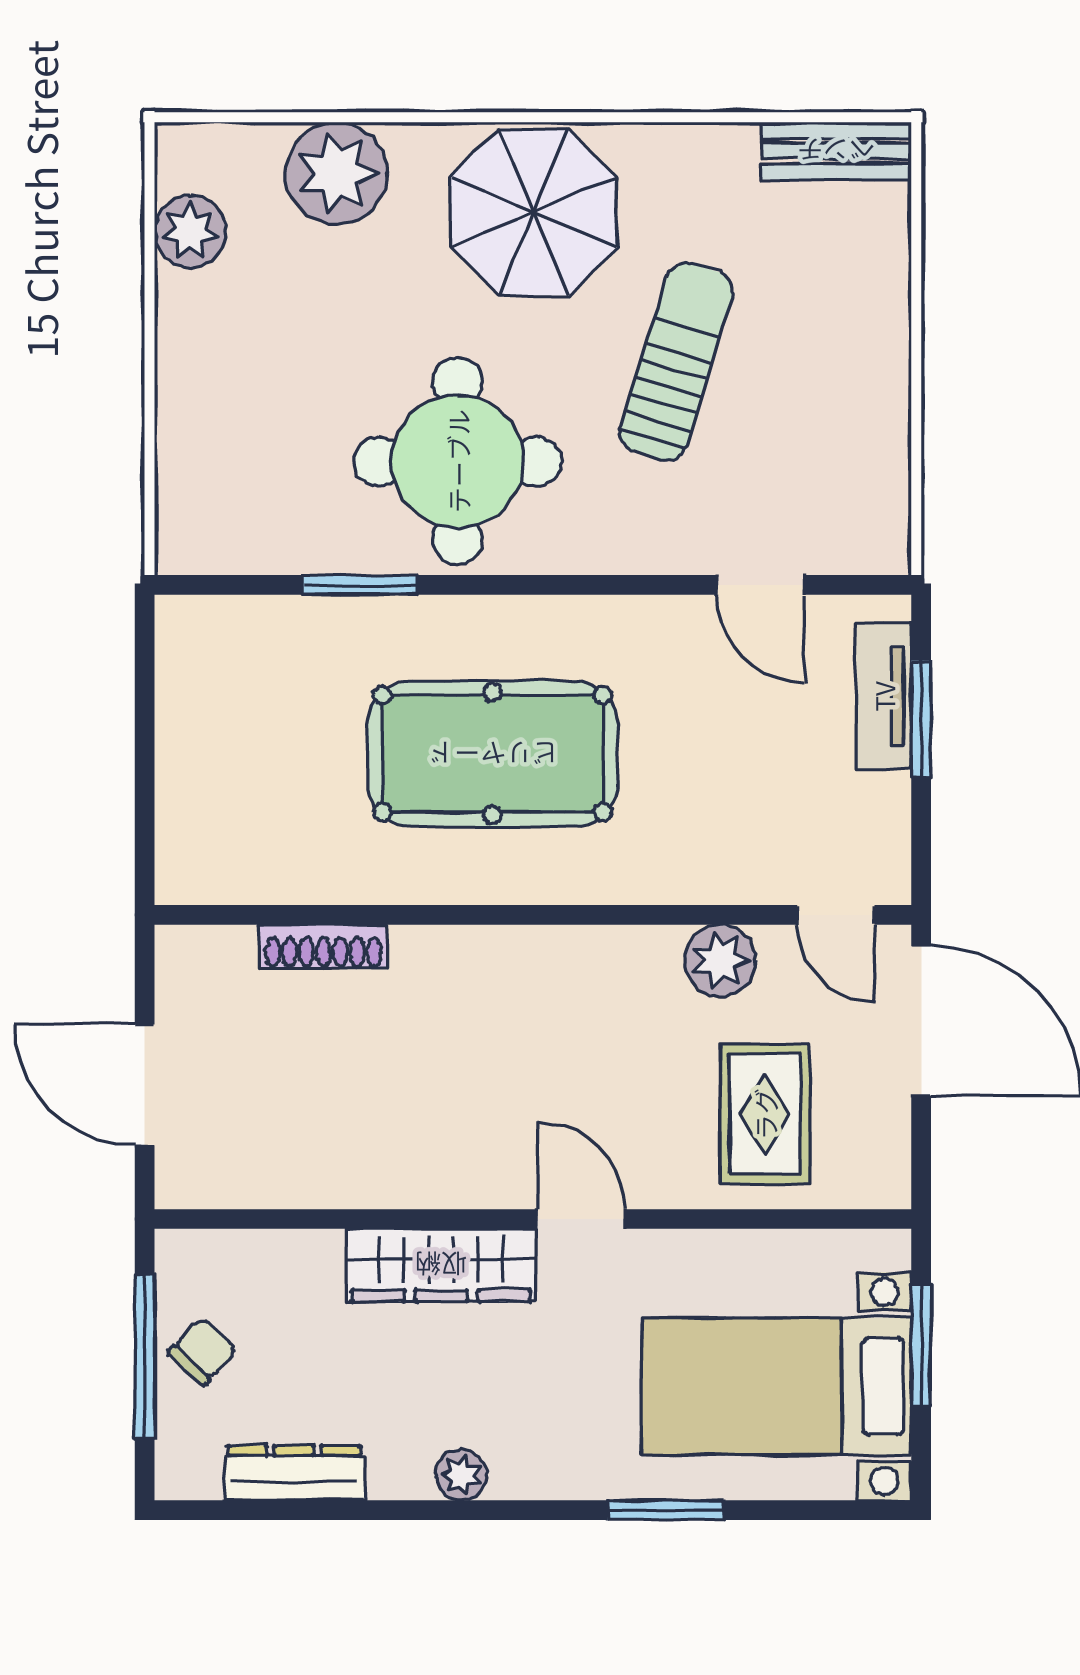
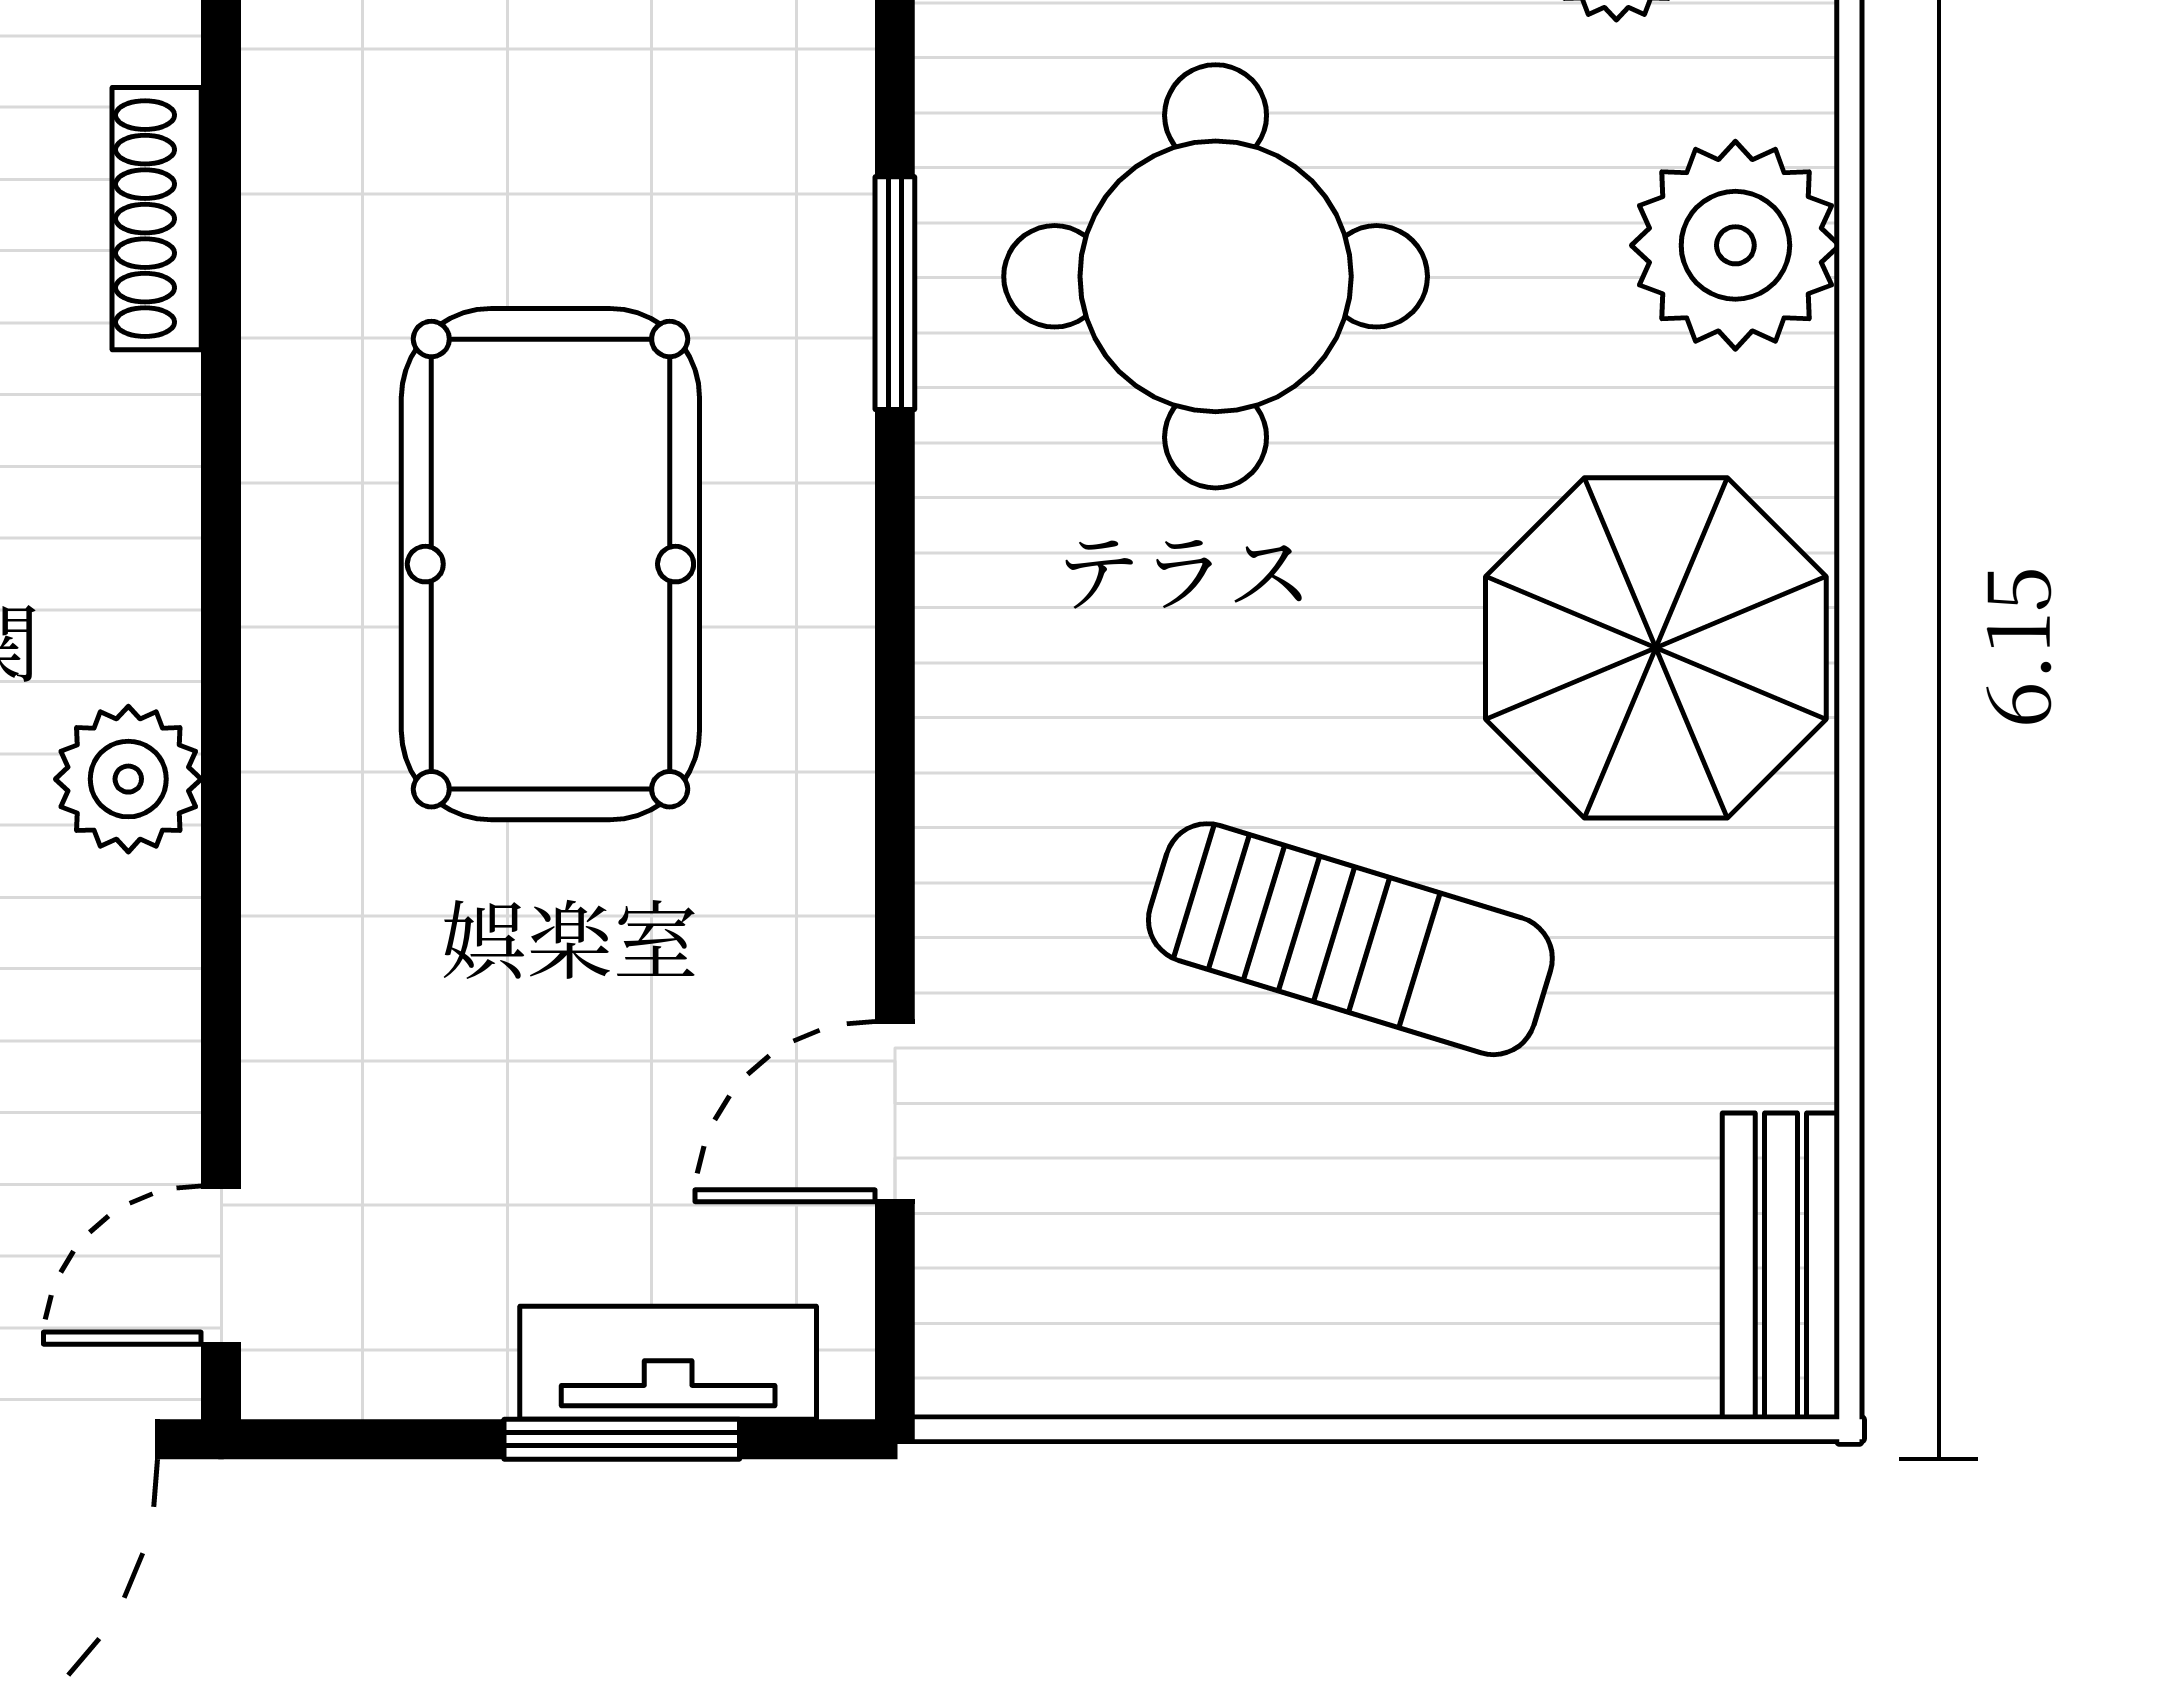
round table: (458, 461) -> (1216, 276), moved
plant: (720, 960) -> (128, 779), moved

